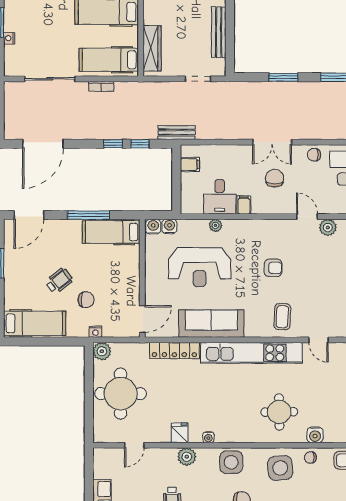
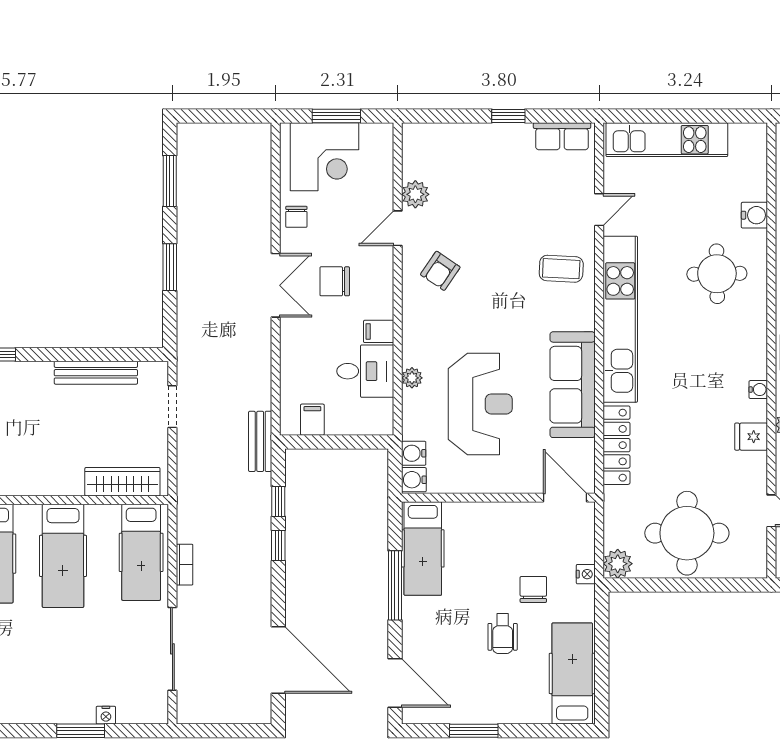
armchair: (273, 268) -> (440, 271), moved, turned -146
wheelchair: (59, 281) -> (503, 634), turned -143

